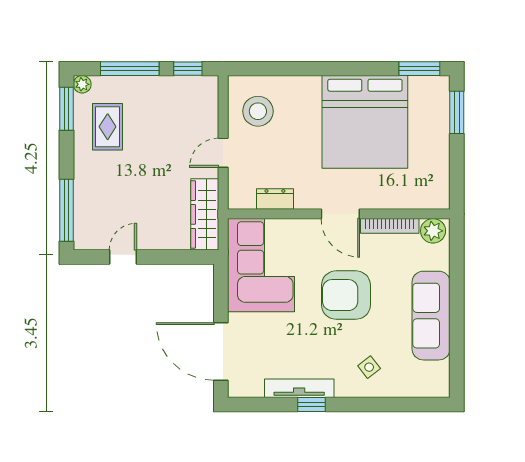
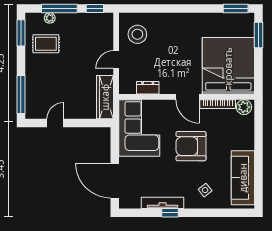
plant: (82, 84) -> (50, 18), moved
bed: (365, 122) -> (228, 66), moved, turned 180
rug: (108, 127) -> (46, 44), turned 90
sofa: (431, 316) -> (243, 178), moved

